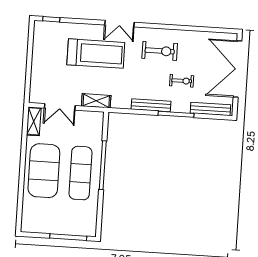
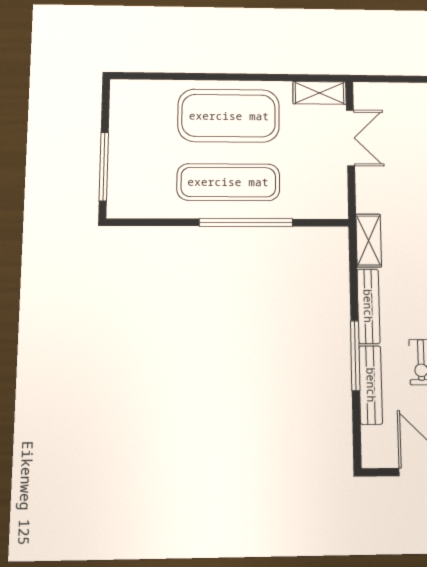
shelving: (96, 101) -> (369, 240), moved
double door: (60, 107) -> (350, 138), swing flipped
bench: (210, 109) -> (371, 385), moved

